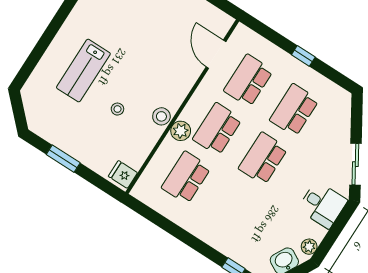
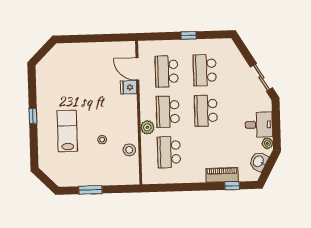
window: (55, 25) -> (33, 116), added
lab bench: (83, 71) -> (67, 131), turned 180
stool: (161, 116) -> (129, 150), moved
fridge: (123, 174) -> (129, 87), moved
desk: (322, 205) -> (259, 125), moved
piano: (230, 247) -> (222, 175), added

